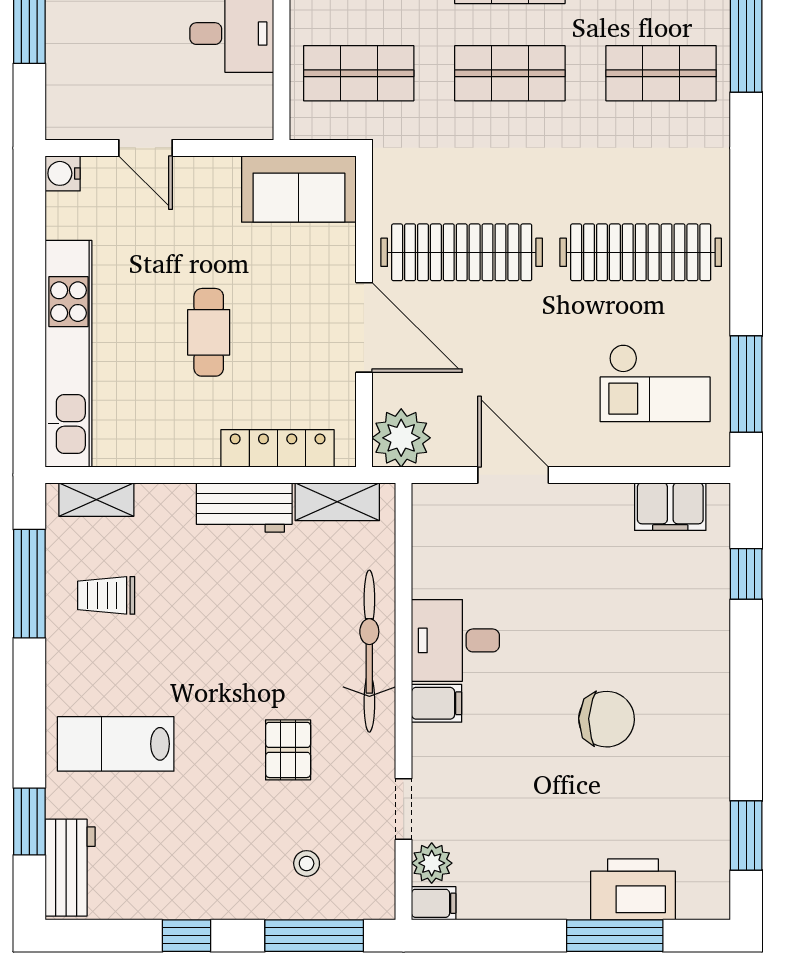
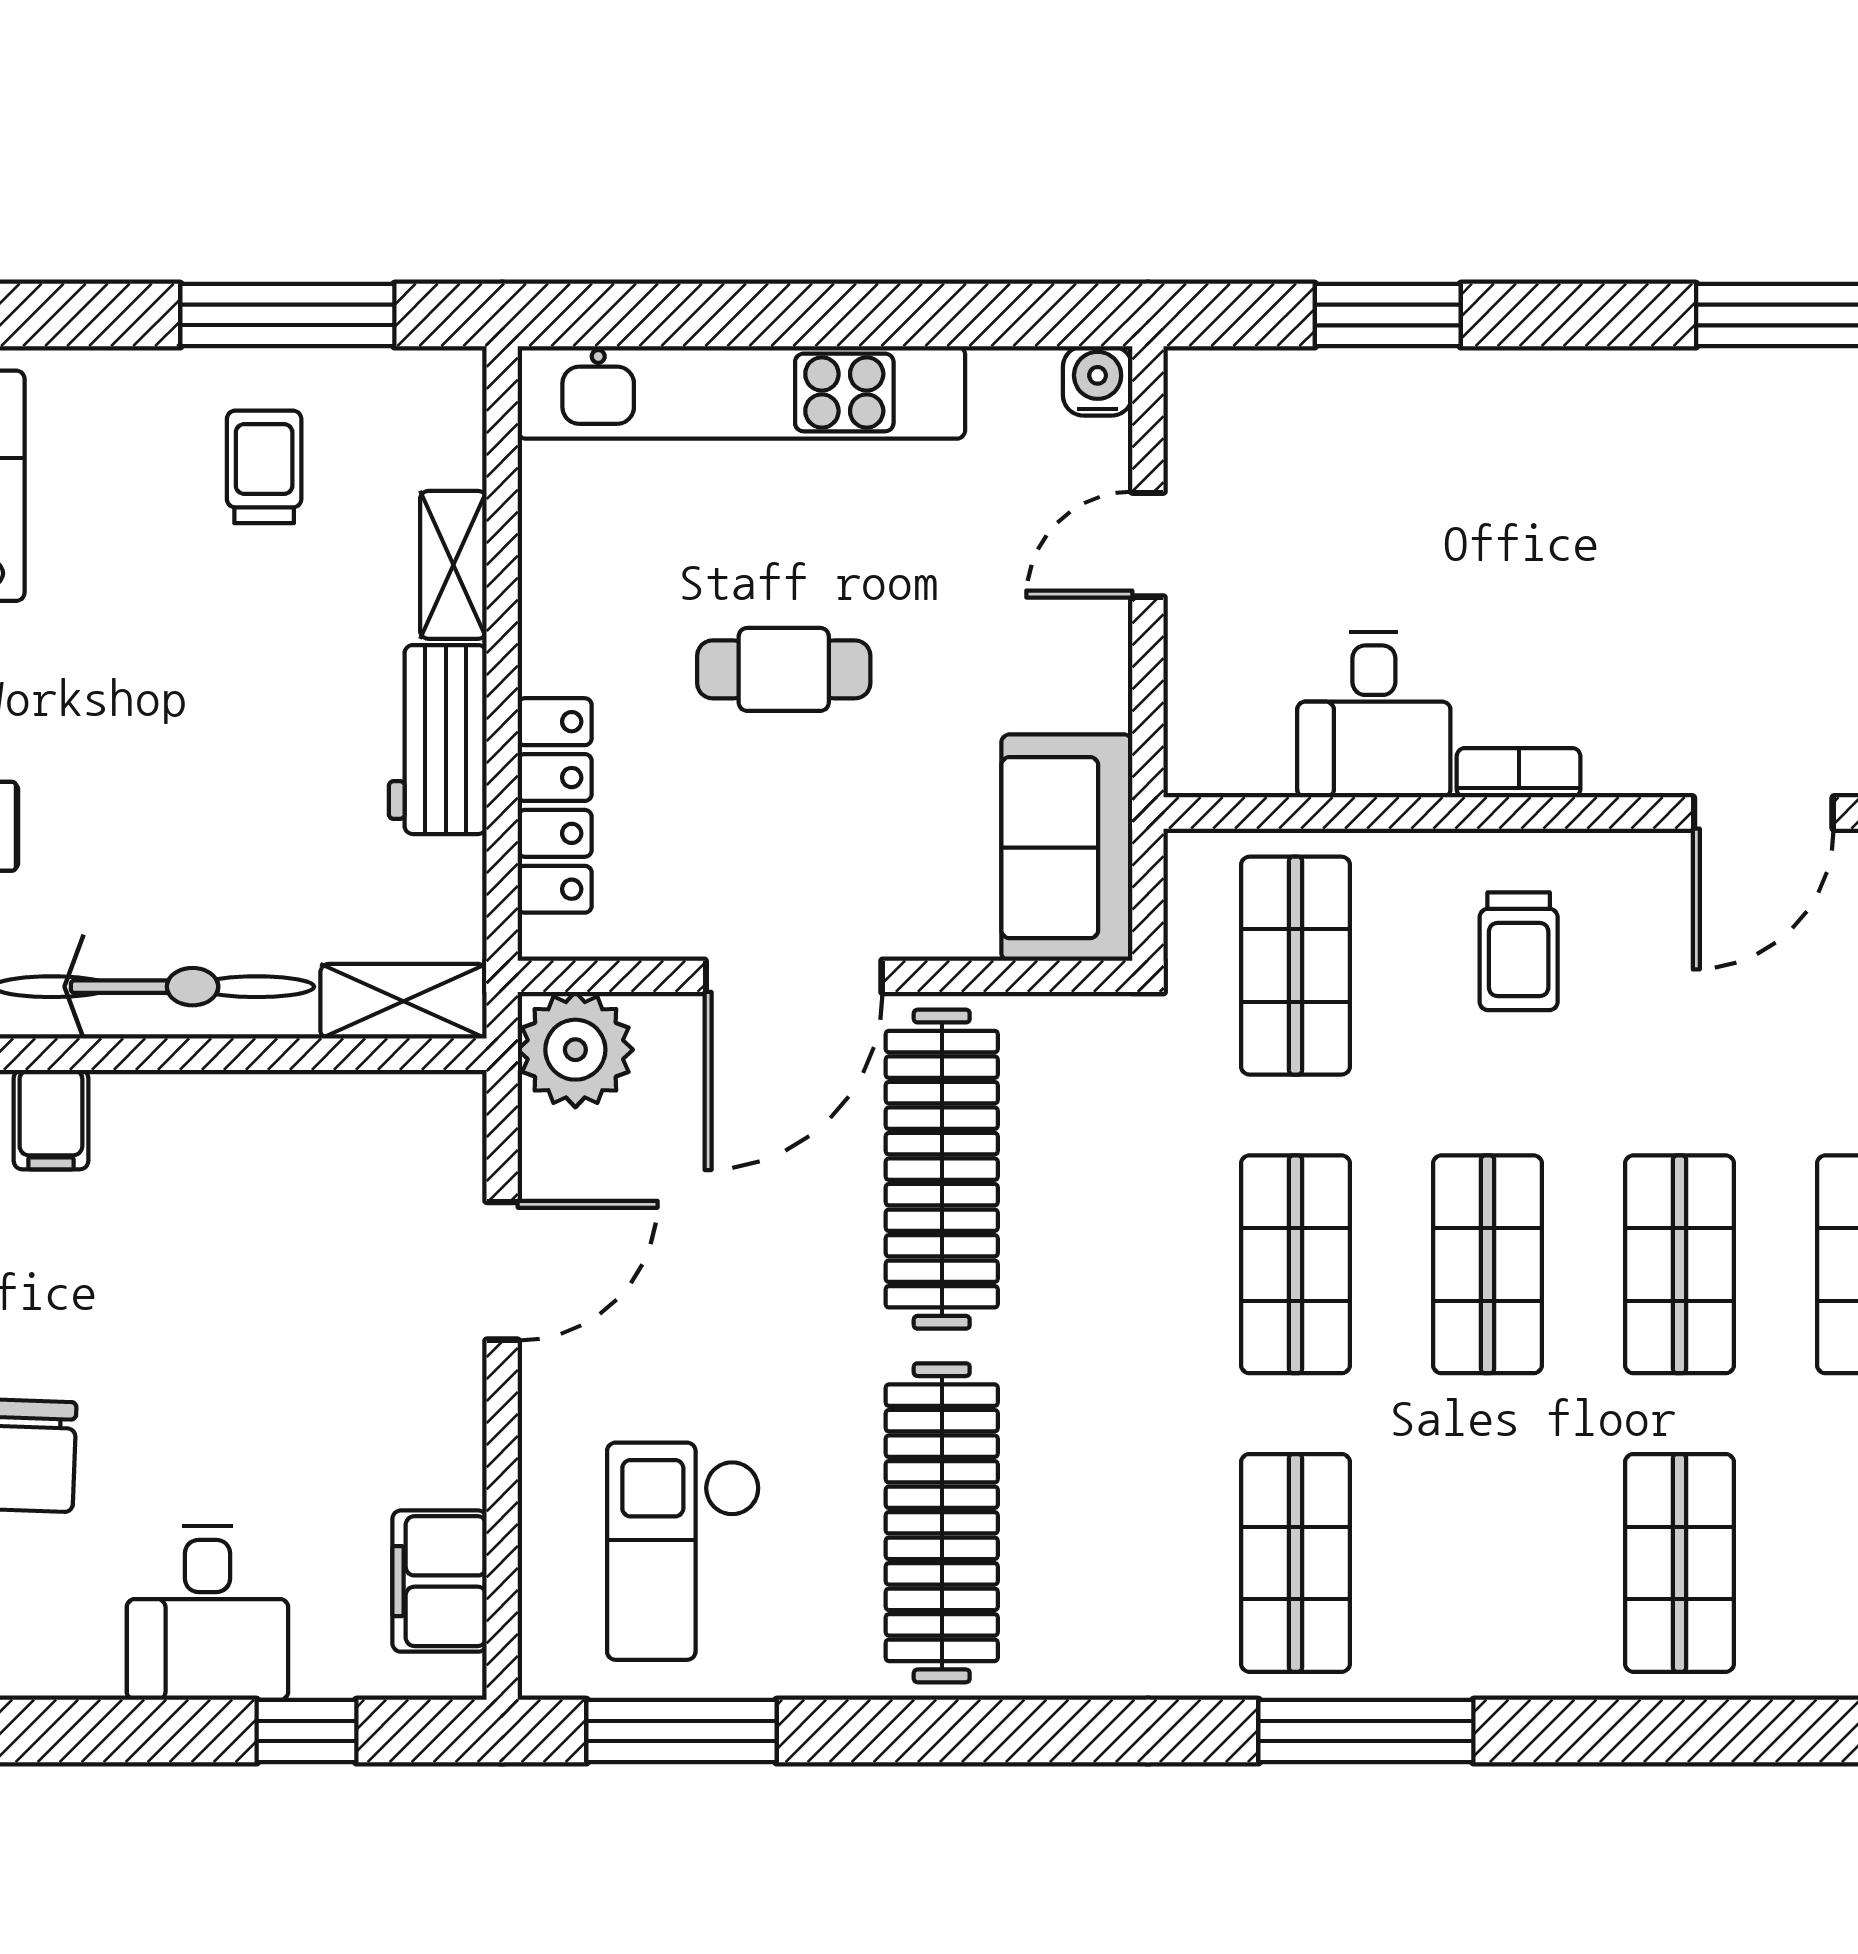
shelving: (96, 500) -> (453, 565), moved
shelving: (337, 502) -> (403, 1001), moved, turned 90
desk: (455, 640) -> (207, 1613), moved, turned 180

